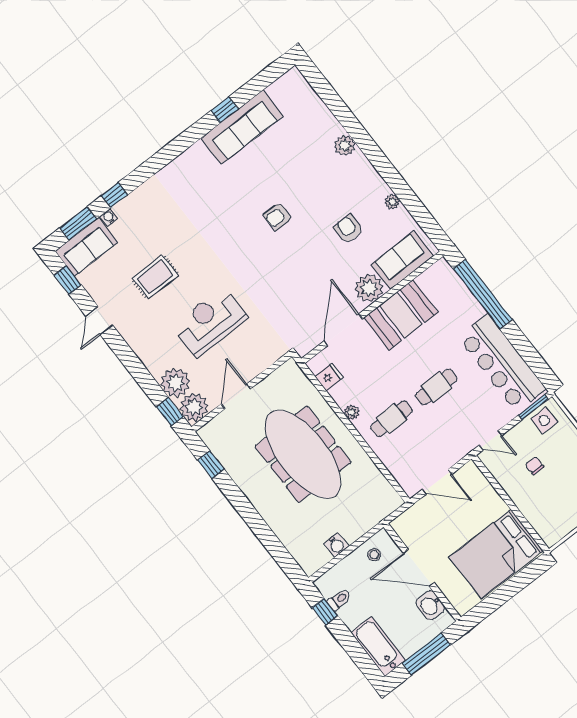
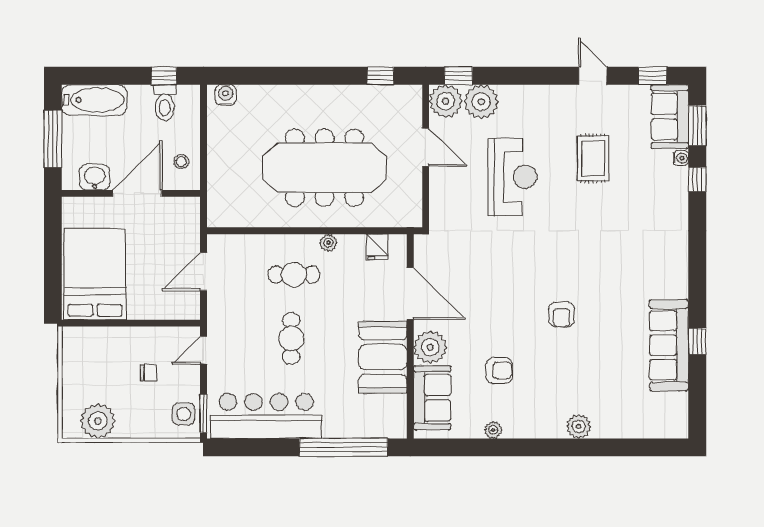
armchair: (278, 216) -> (562, 314), turned 180
cafe table: (391, 419) -> (294, 275), turned 90
water cooler: (336, 545) -> (226, 95), moved, turned 90
toilet: (339, 600) -> (165, 103), width x1.37, depth x1.39

